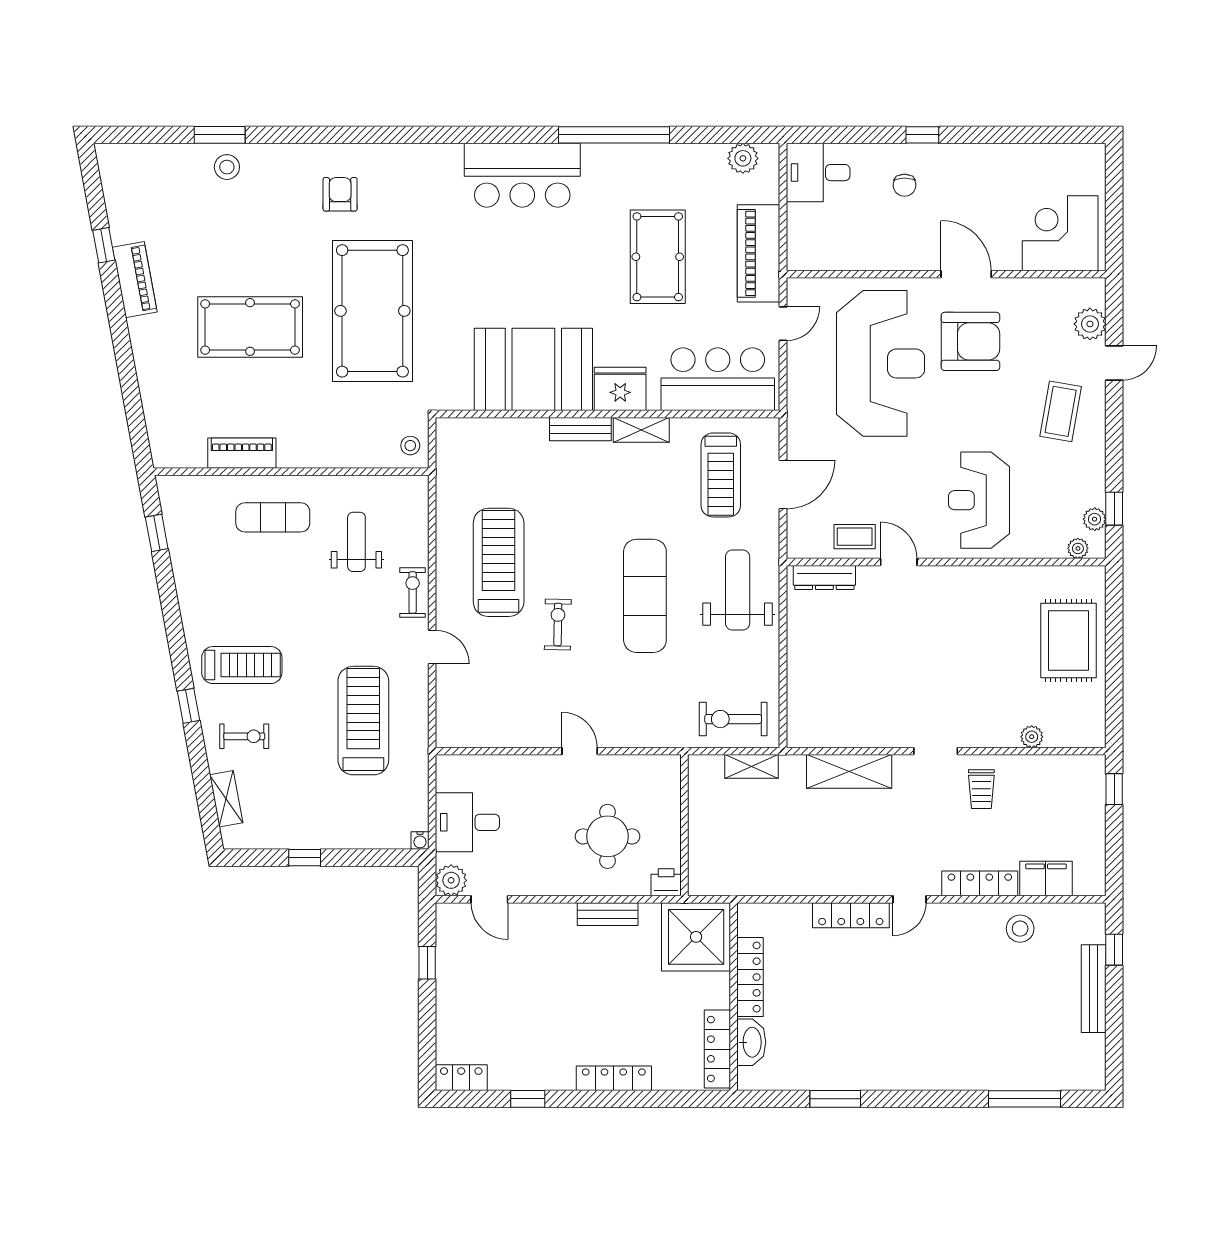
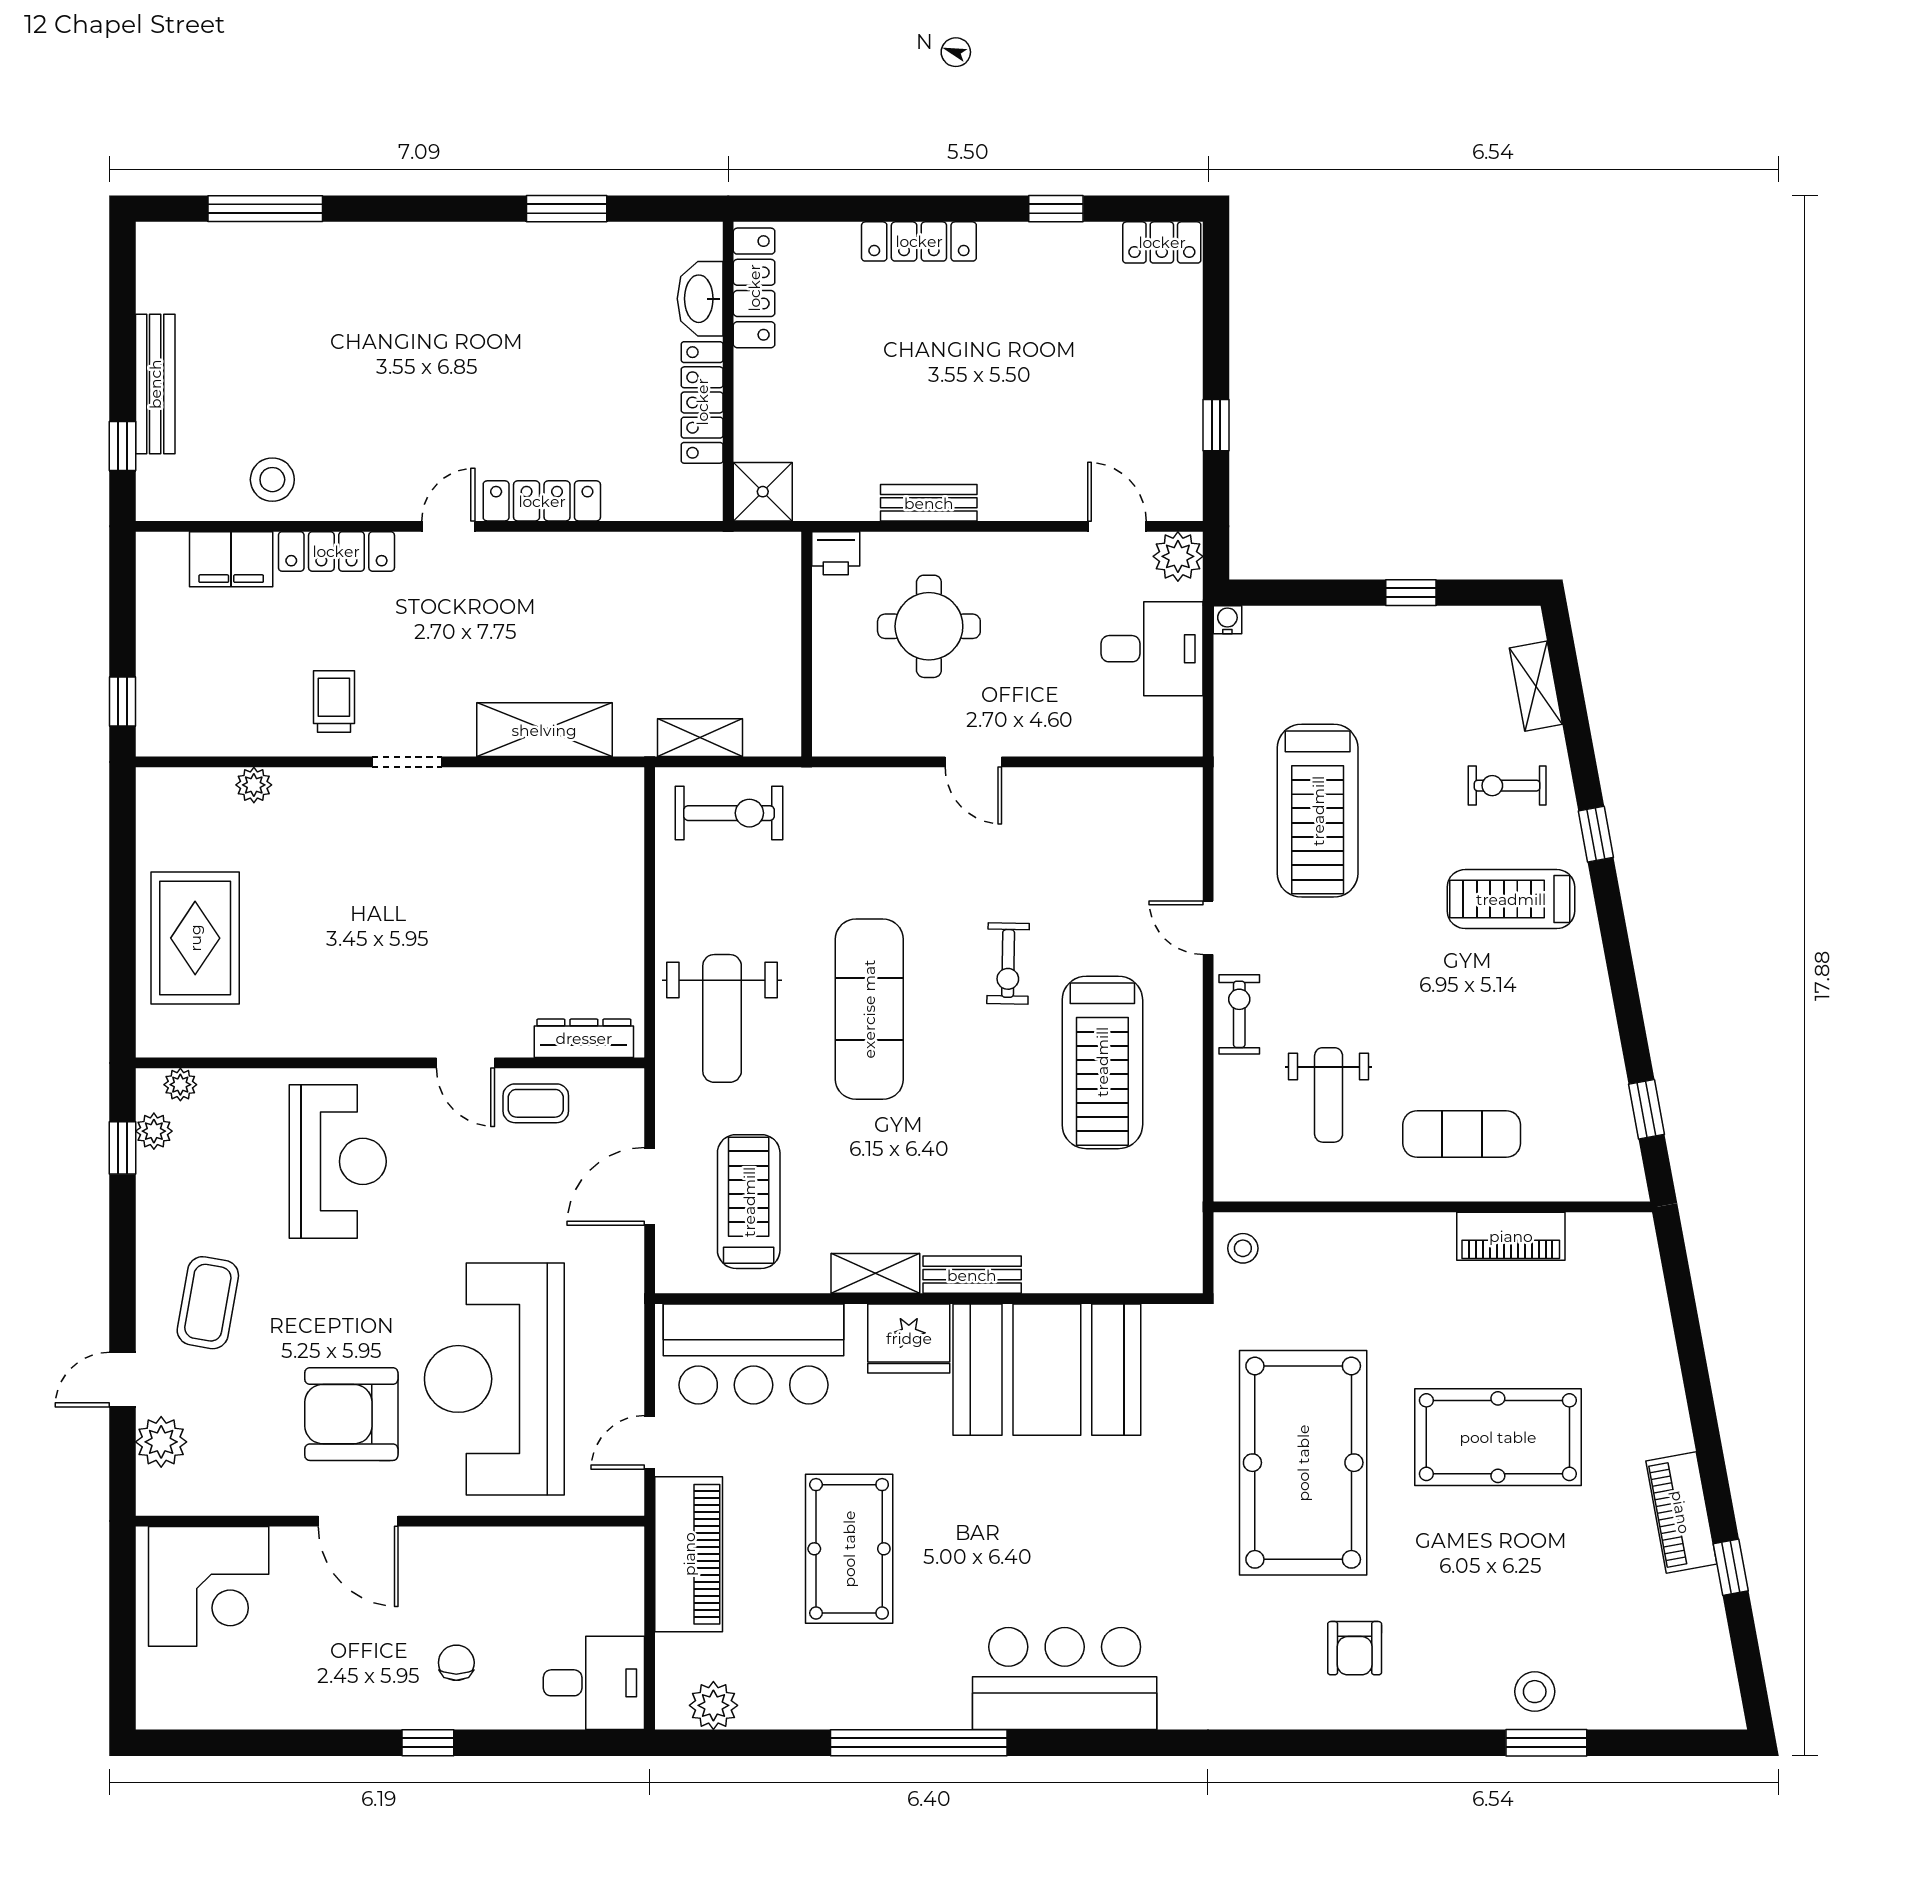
exercise bike: (413, 593) -> (1239, 1014), turned 180
shower: (696, 937) -> (763, 492), width x0.54, depth x0.54

